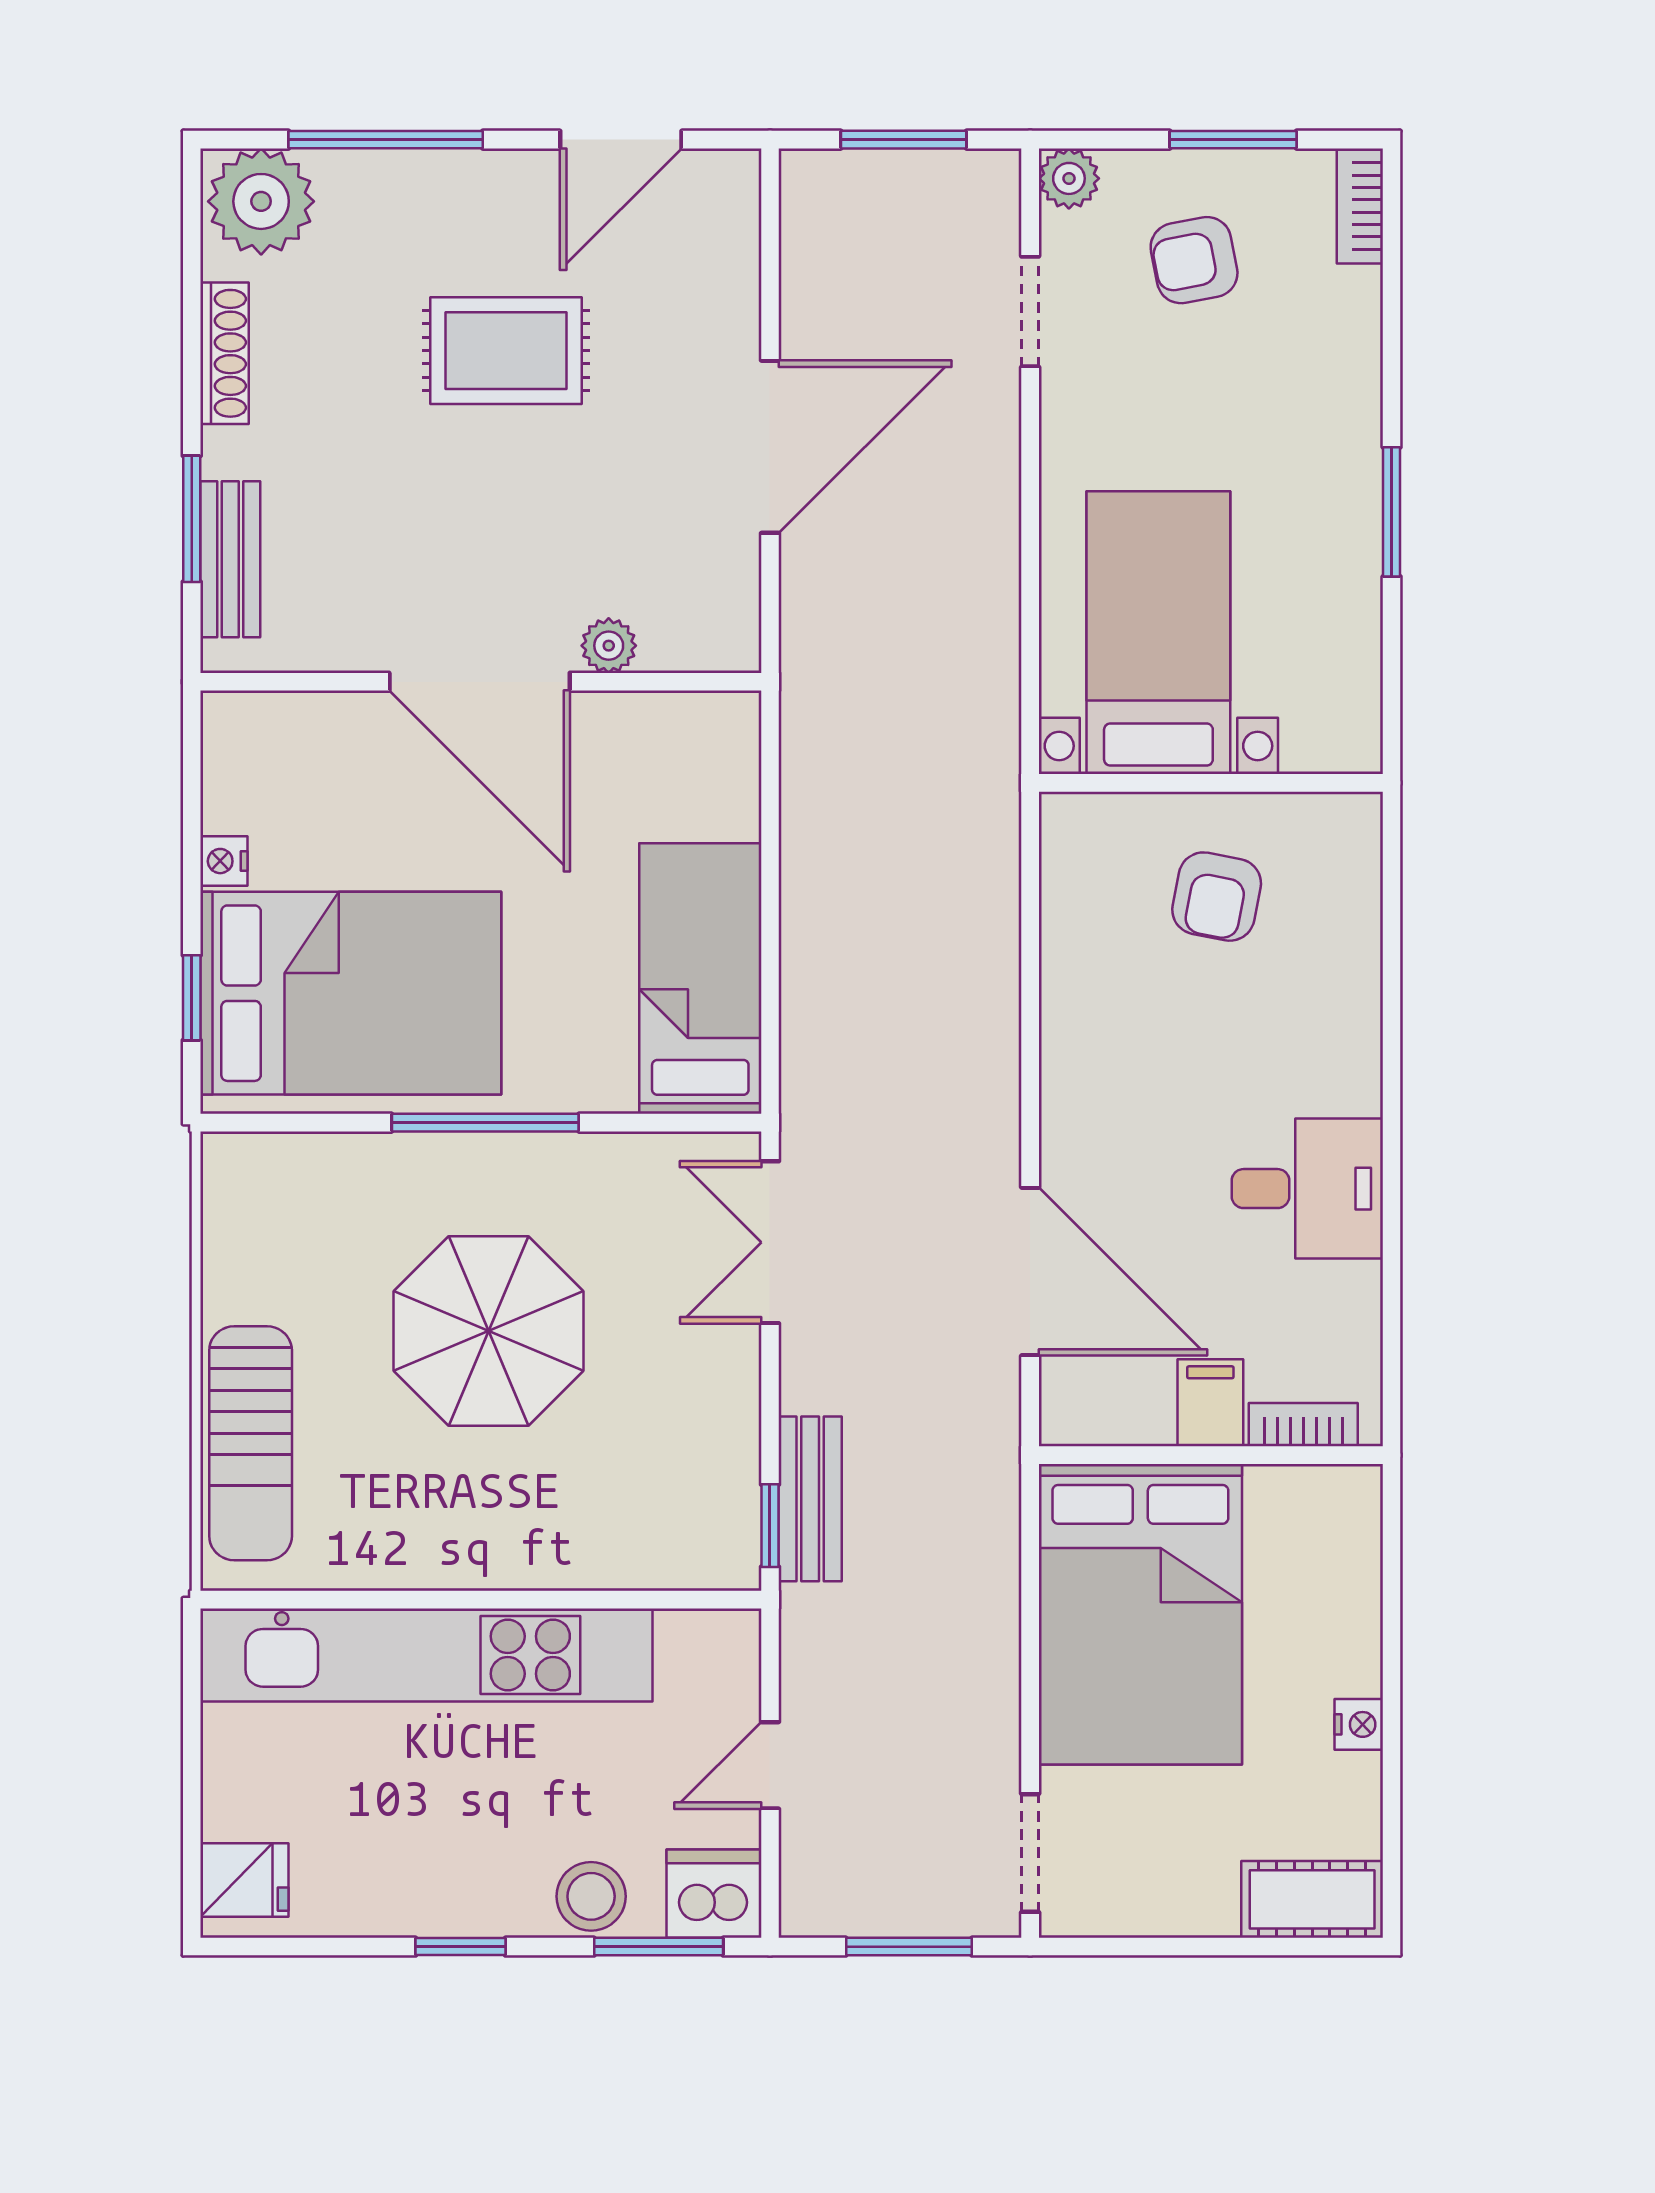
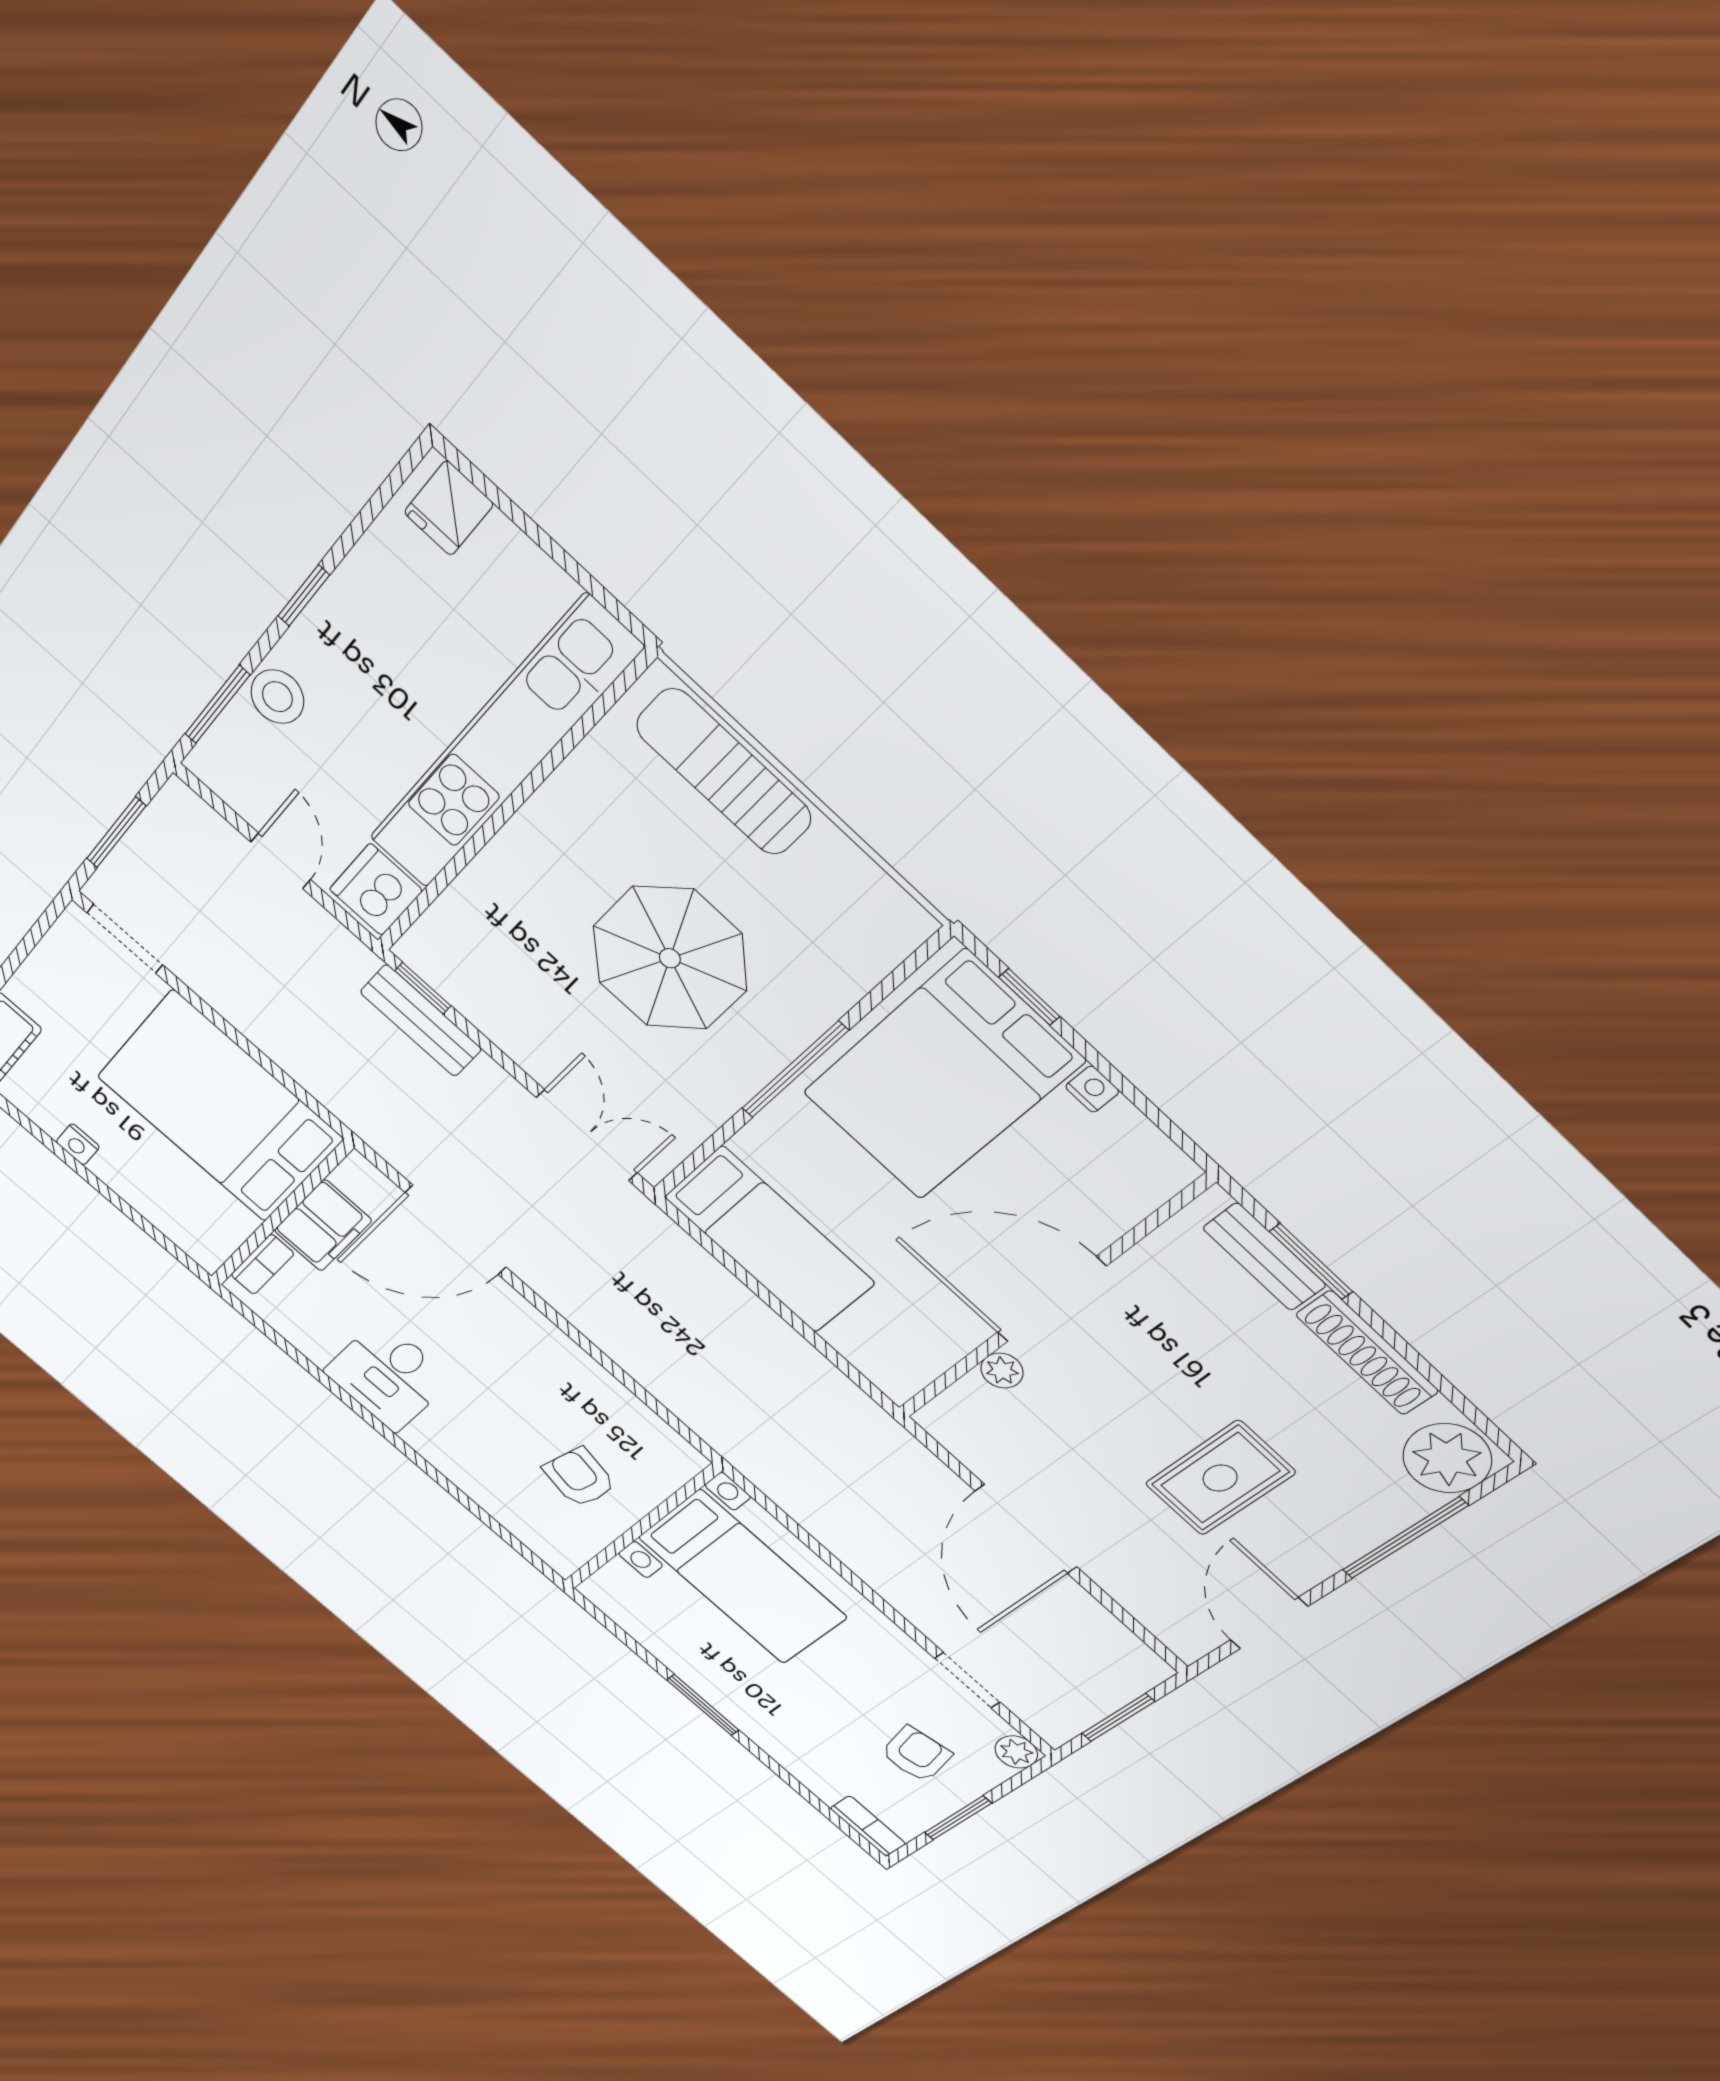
shoe rack: (225, 353) -> (1367, 1353), width x1.36, depth x1.24
filing cabinet: (1210, 1403) -> (323, 1225), width x2.00
dishwasher: (714, 1894) -> (376, 890), moved, turned 180

